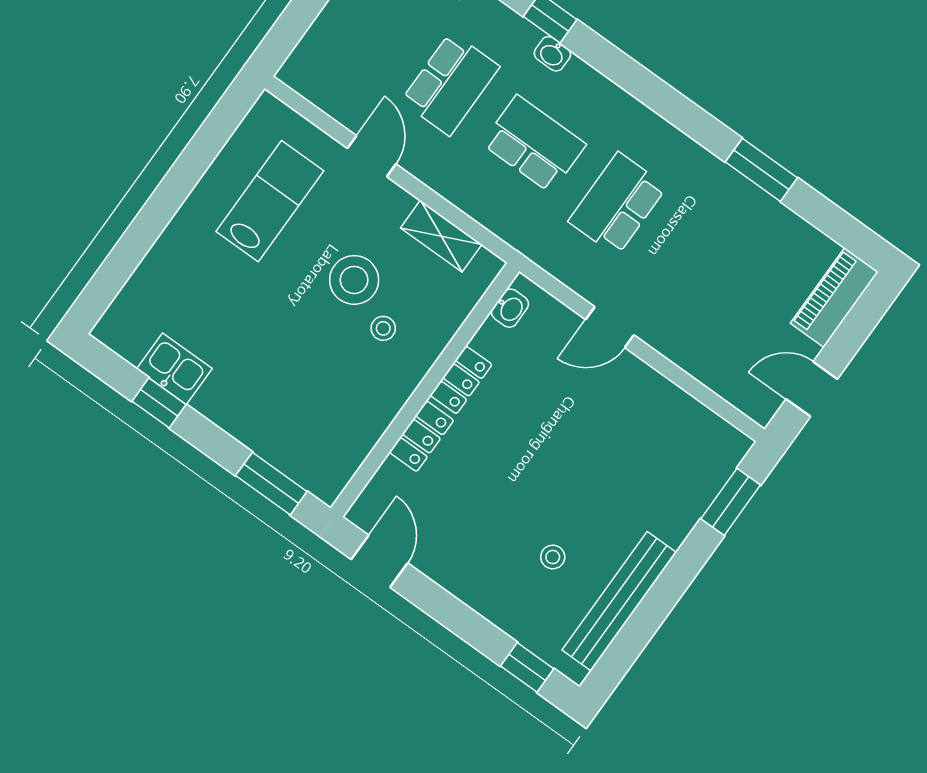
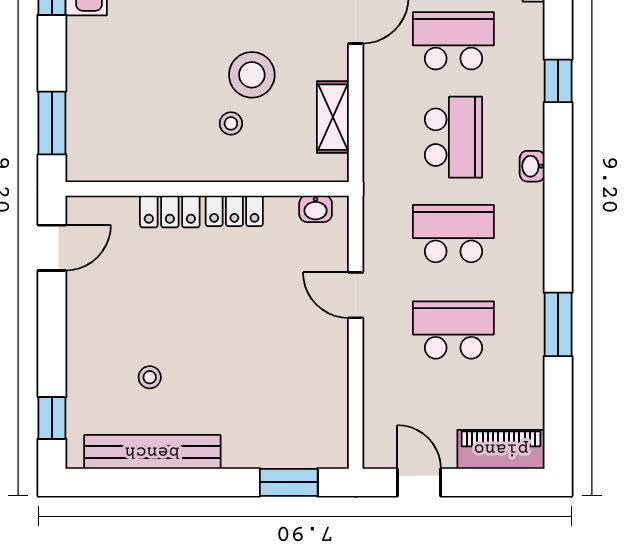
washbasin: (552, 54) -> (532, 166), moved
school desk: (450, 84) -> (453, 41), turned 180
school desk: (701, 264) -> (453, 330), added

